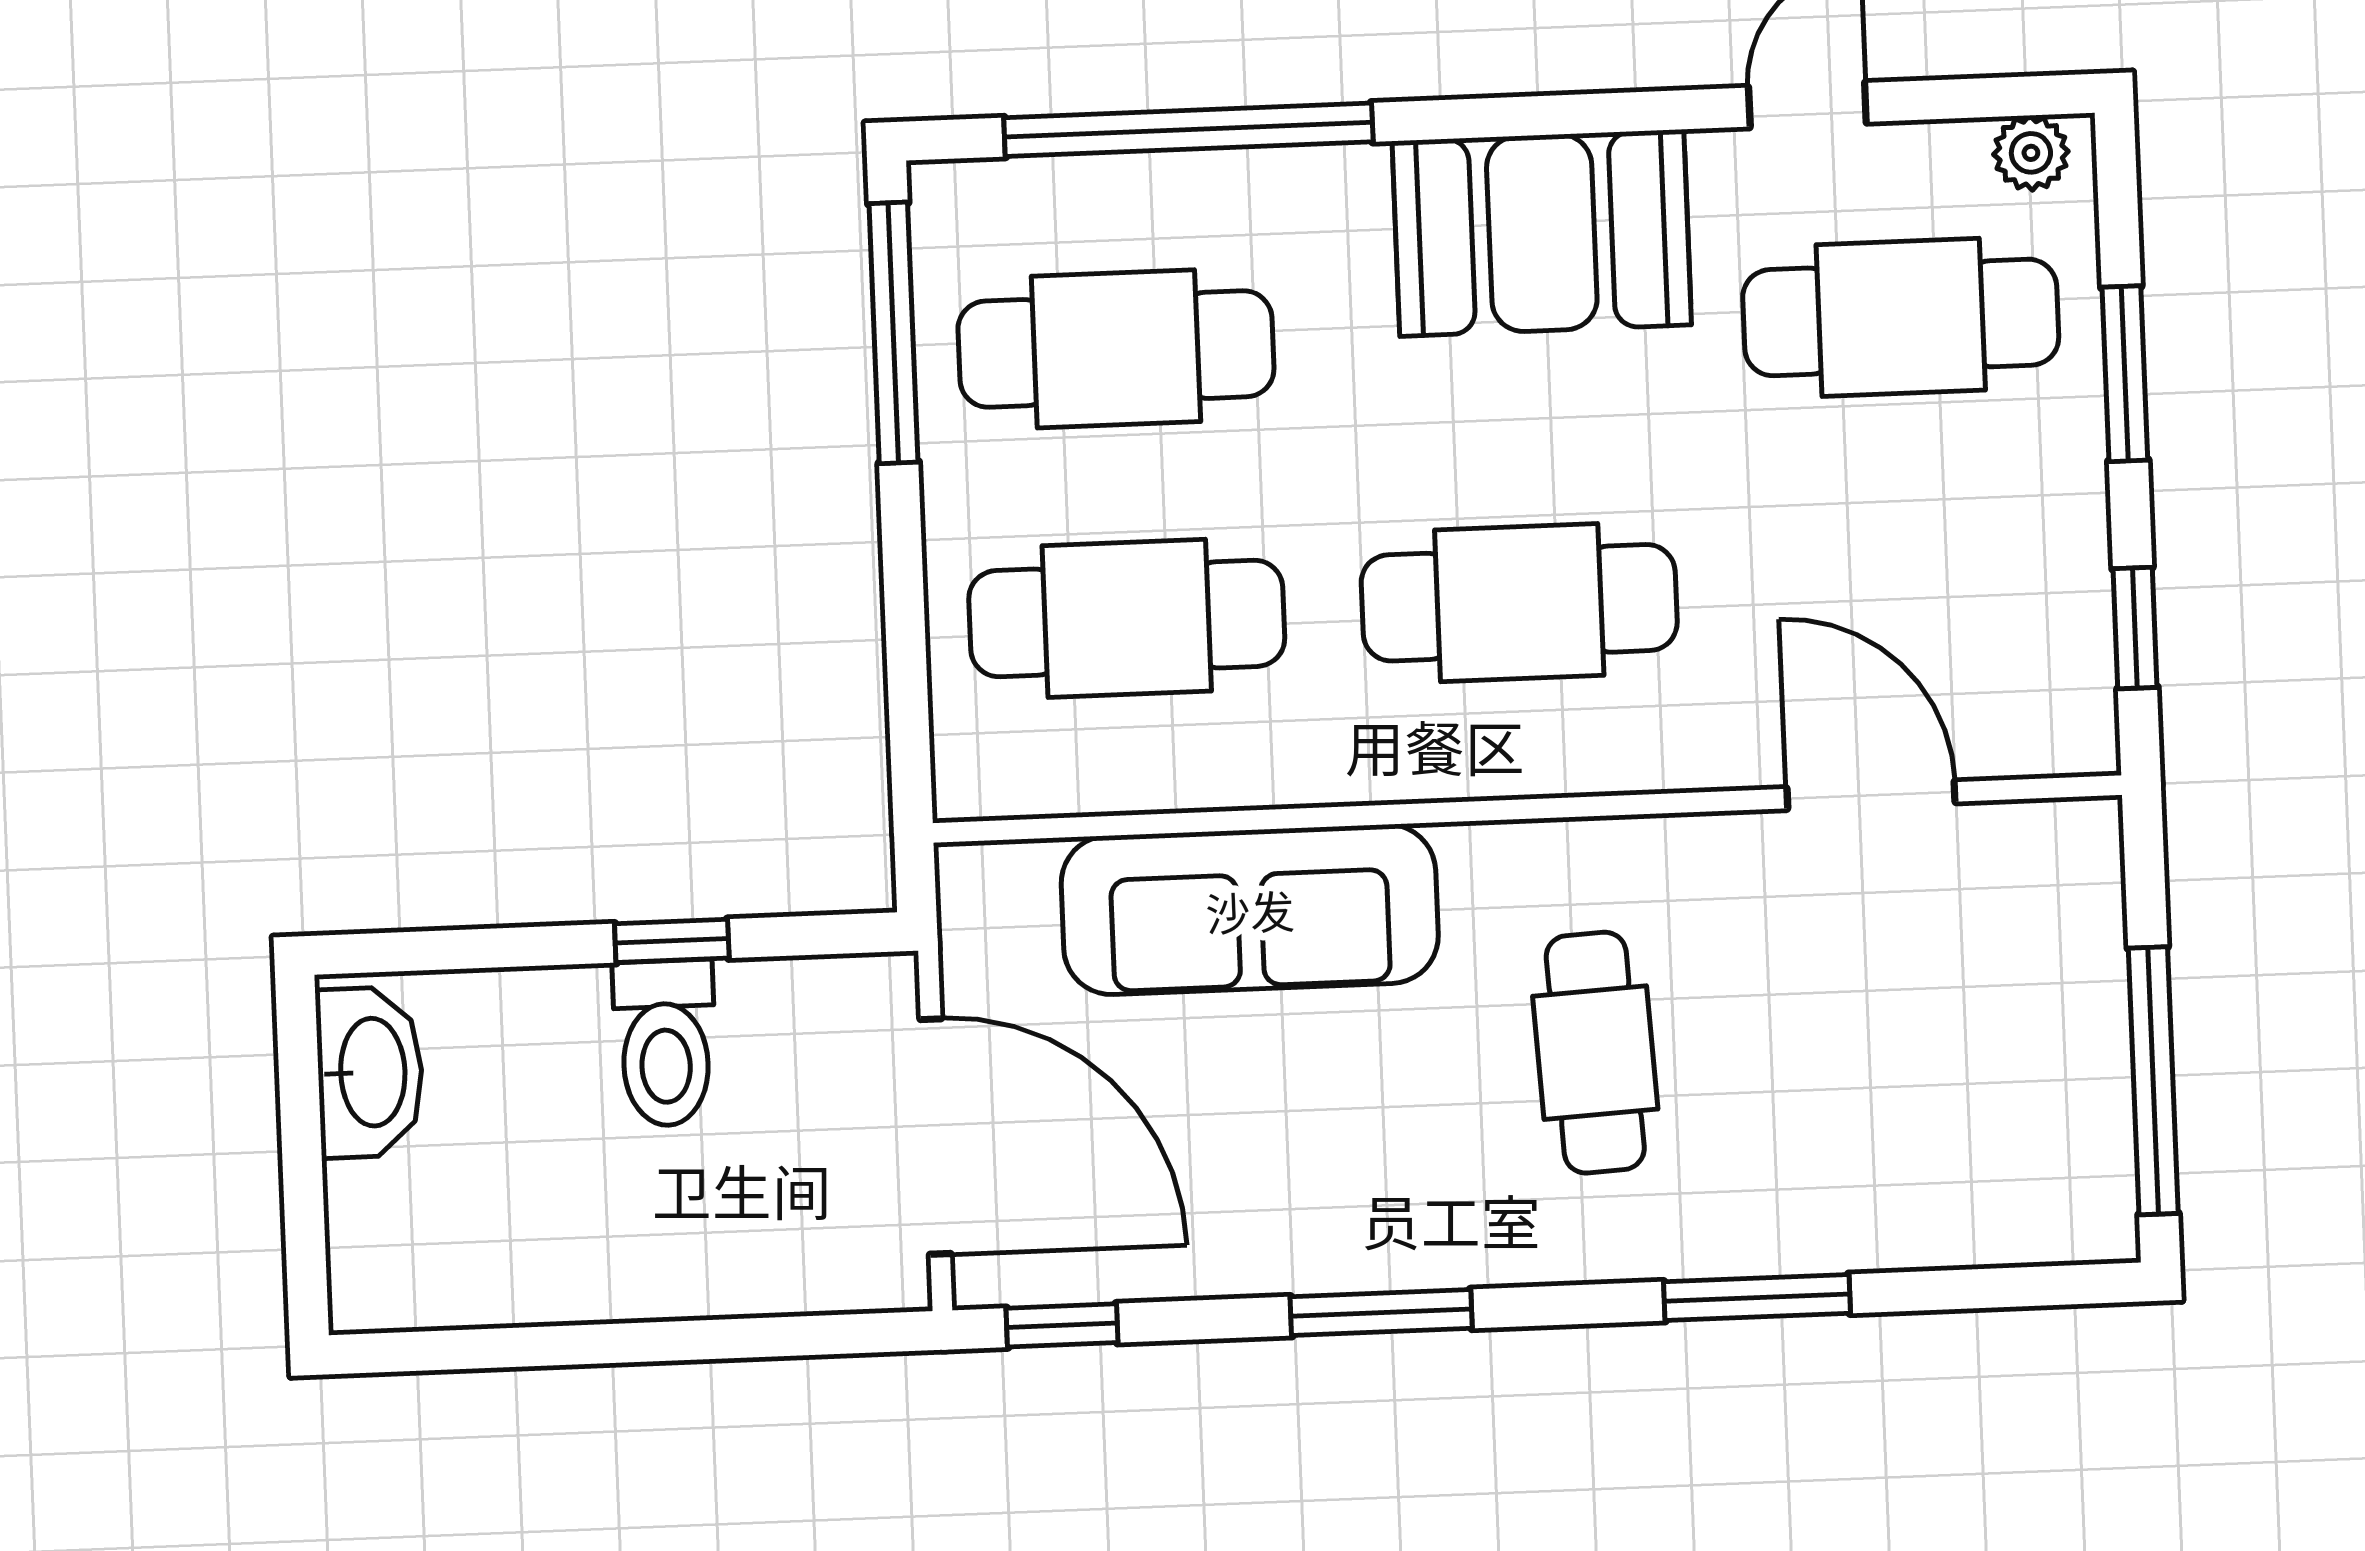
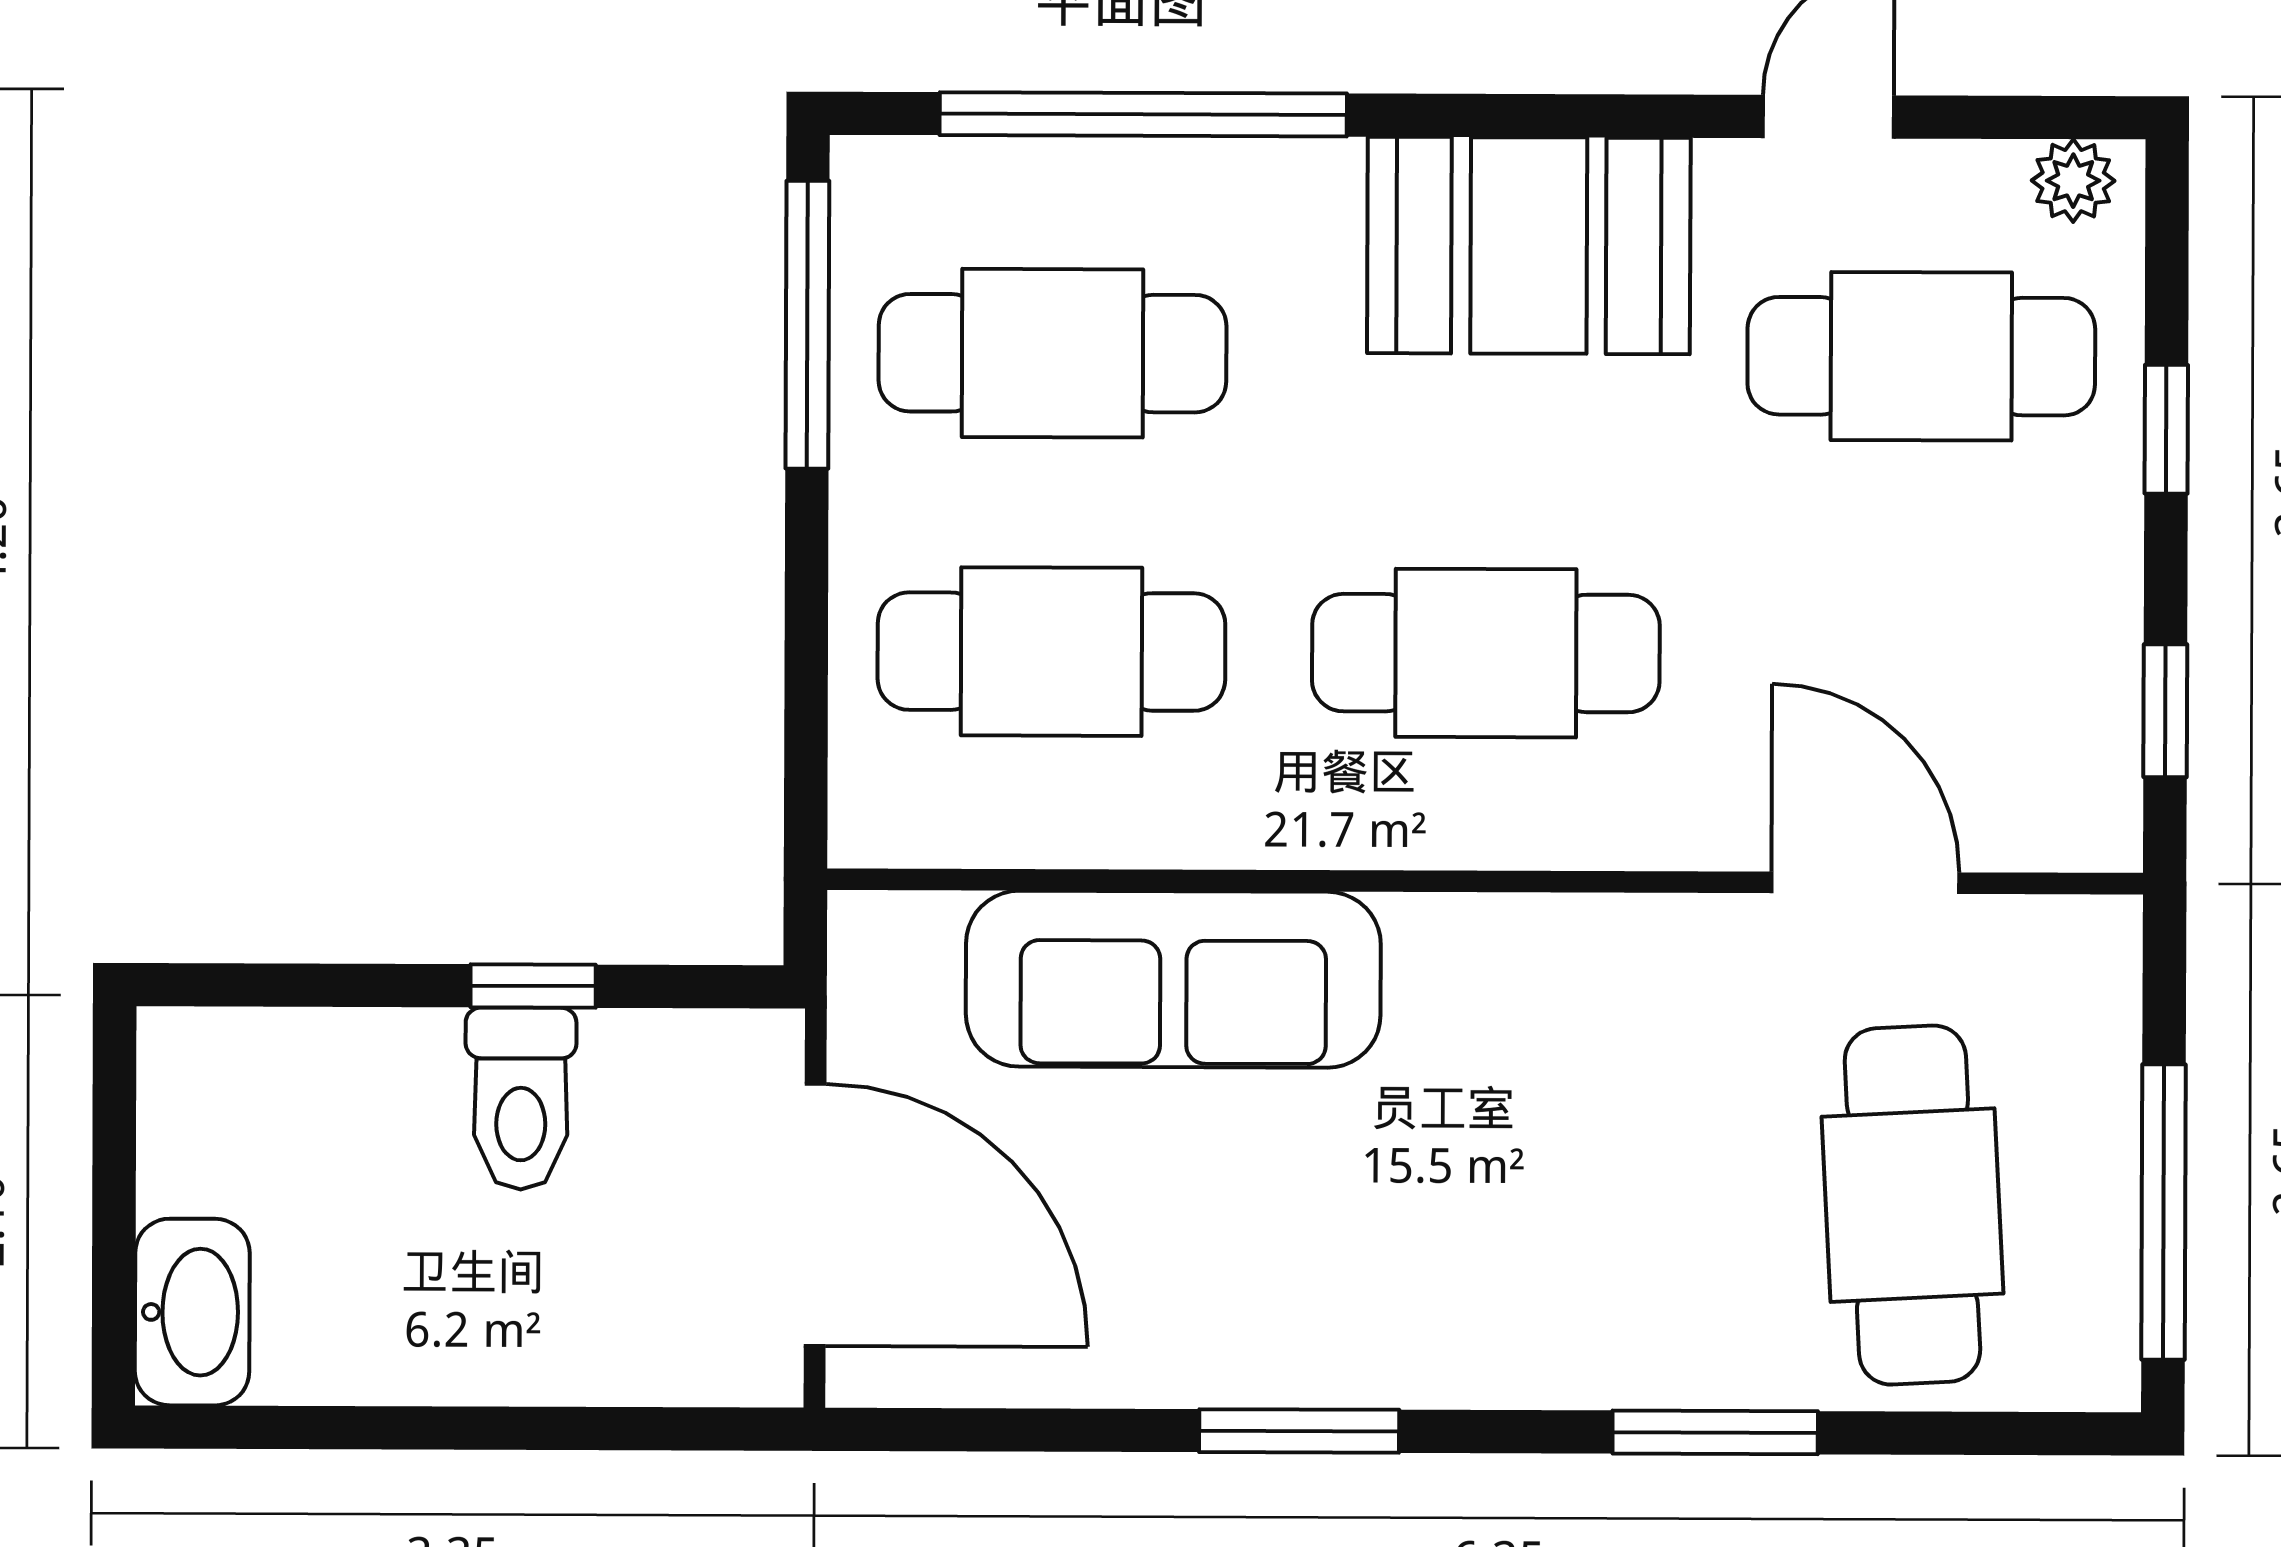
window: (2125, 374) -> (2166, 429), width x0.67
cafe table: (1595, 1053) -> (1912, 1205), moved, width x1.37, depth x1.35
washbasin: (370, 1072) -> (192, 1312), moved
window: (1062, 1325) -> (946, 1430), removed

